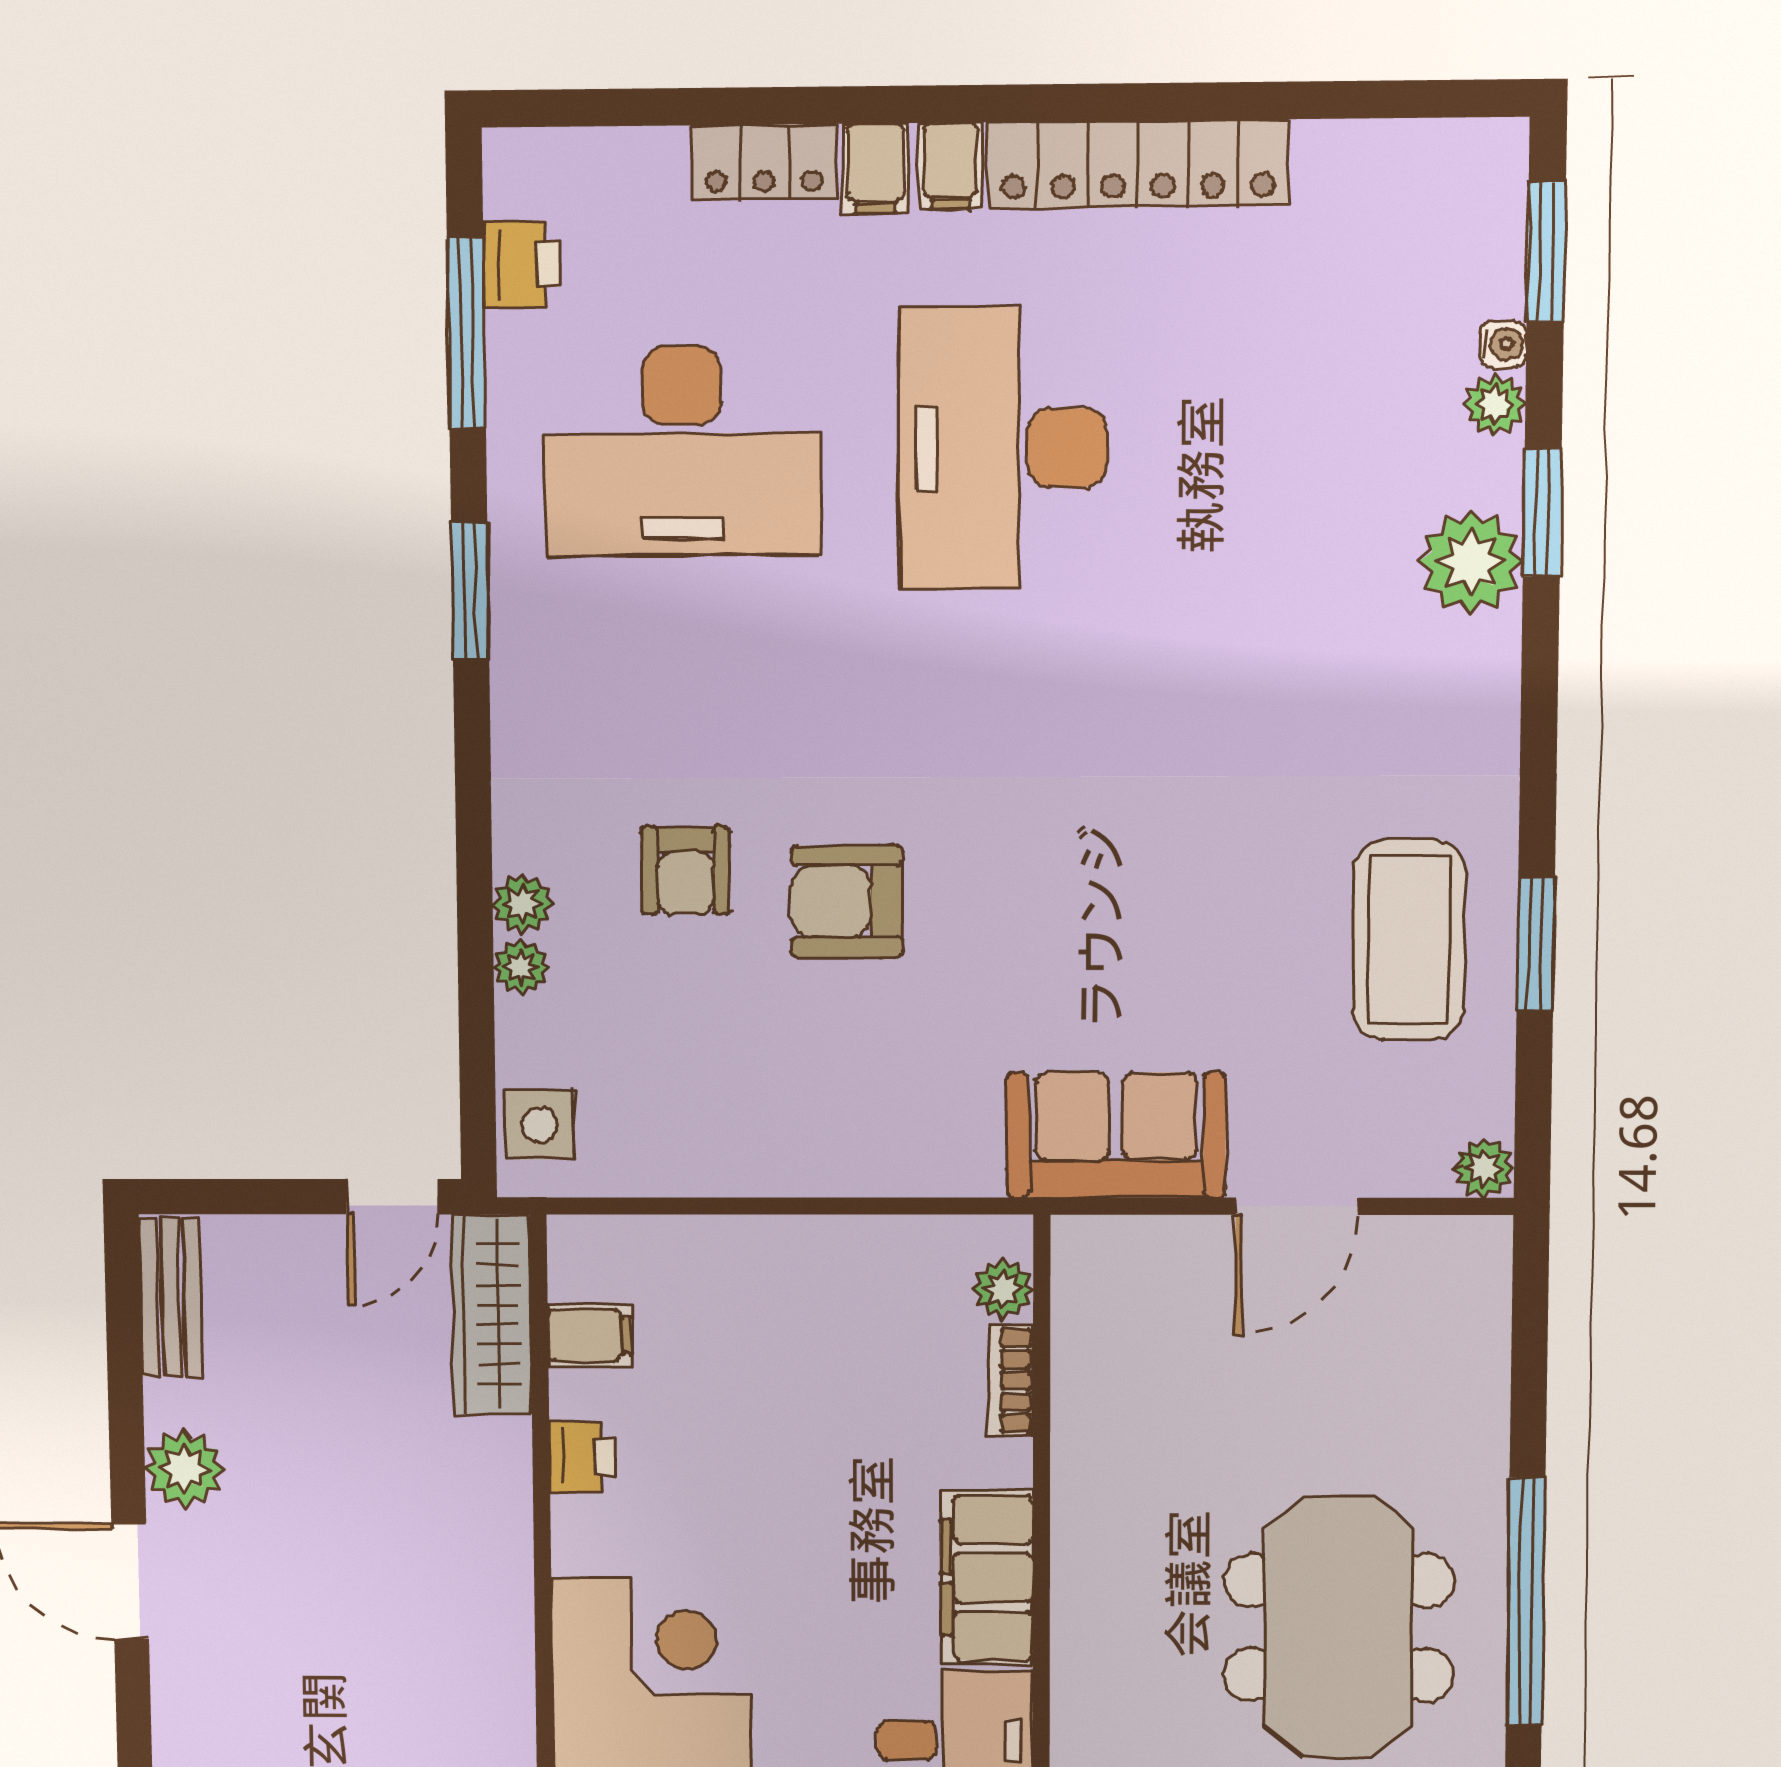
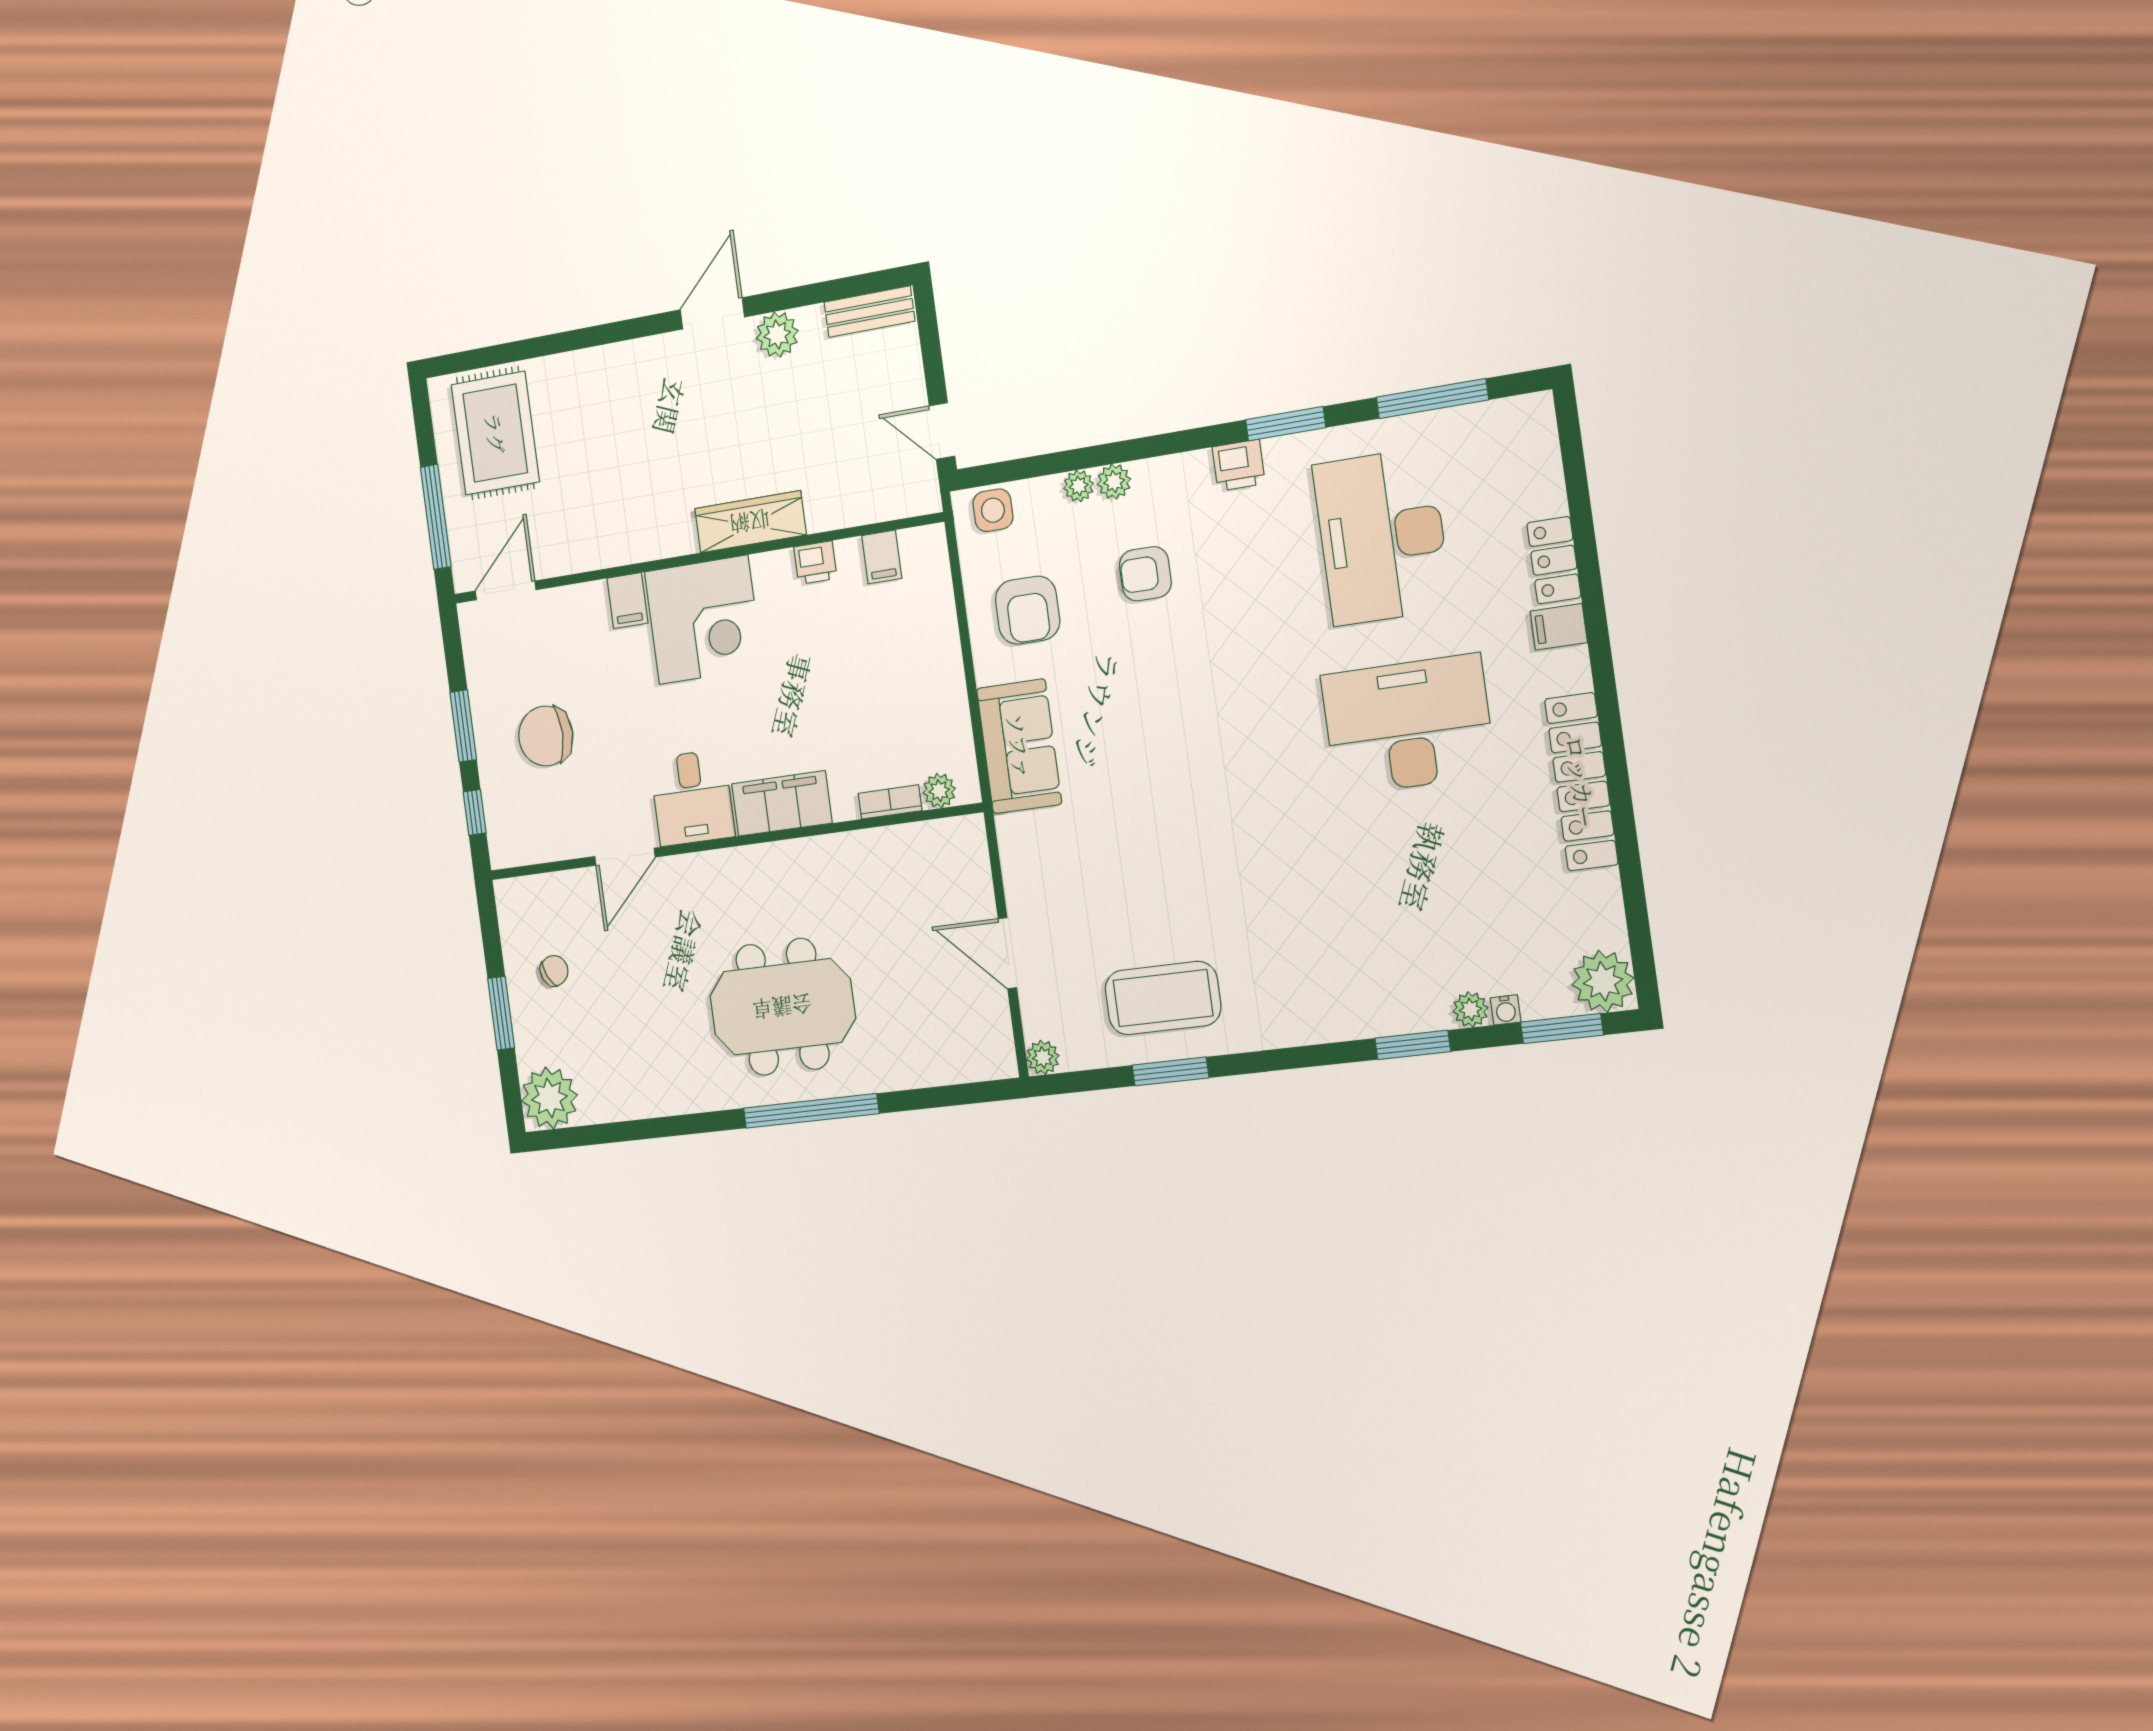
filing cabinet: (950, 166) -> (1566, 671), removed
printer: (522, 264) -> (1239, 465), moved
plant: (1471, 562) -> (1603, 981), moved
armchair: (847, 901) -> (1028, 610), moved, turned 180
sofa: (1116, 1135) -> (1019, 746), moved
wardrobe: (492, 1315) -> (750, 522), moved

